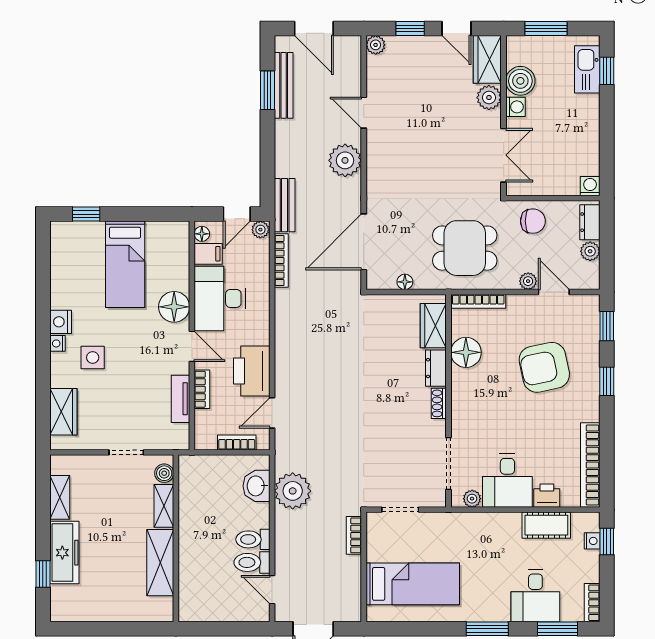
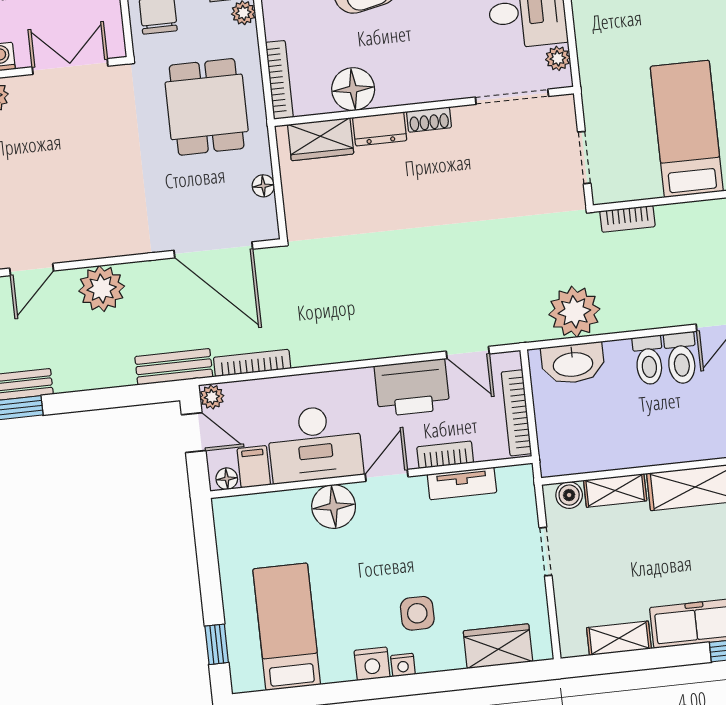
bed: (125, 264) -> (287, 627), moved, turned -90
bookcase: (237, 442) -> (516, 413), width x1.56
washbasin: (256, 486) -> (573, 363), width x1.38

